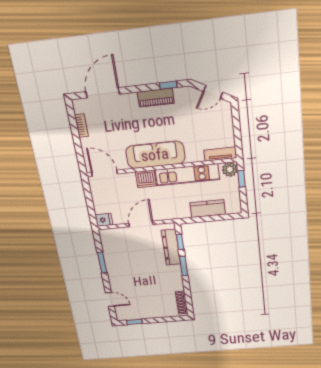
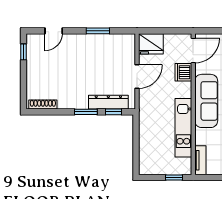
plant: (230, 169) -> (184, 168), removed
dishwasher: (146, 179) -> (183, 72), moved
kitchen counter: (208, 209) -> (147, 143), removed
fridge: (104, 220) -> (151, 44), width x1.88, depth x1.34
door: (141, 224) -> (137, 76), hinge flipped

